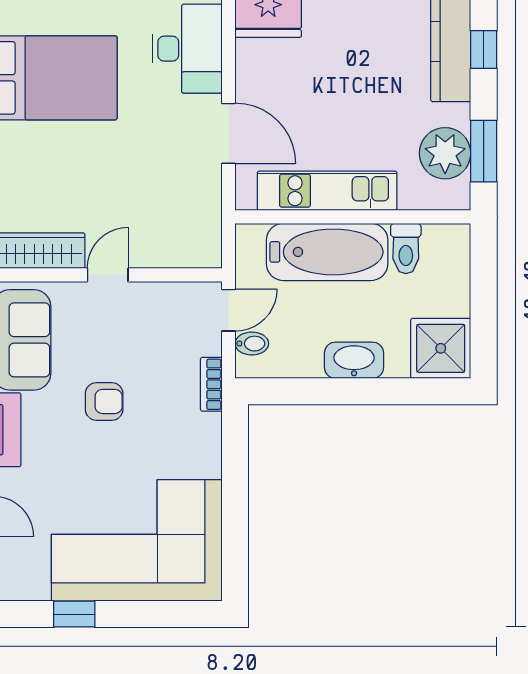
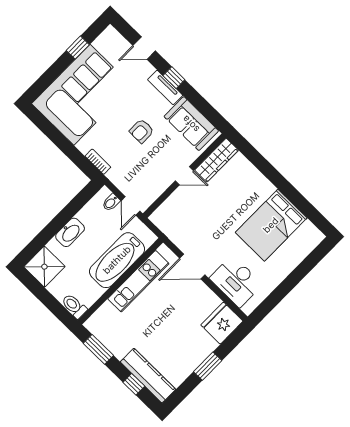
plant: (445, 153) -> (111, 335), removed
toilet: (406, 248) -> (74, 306), moved
door: (108, 275) -> (184, 176), hinge flipped
bookcase: (211, 384) -> (98, 162), moved

